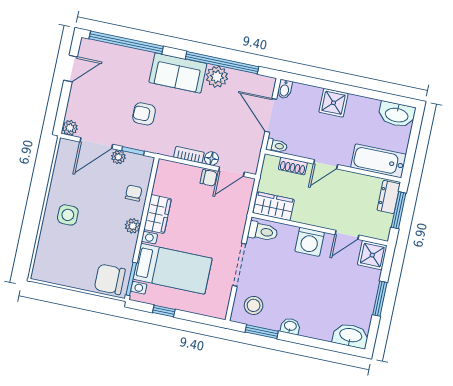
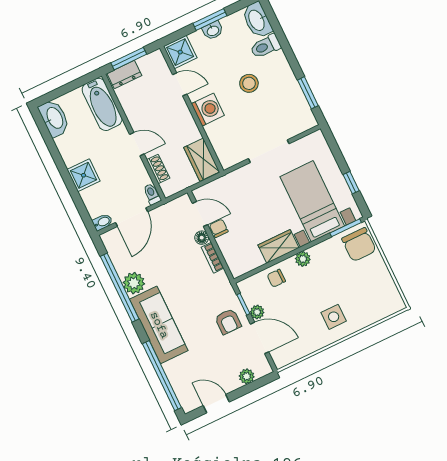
sofa: (178, 73) -> (159, 325), width x1.36
armchair: (144, 114) -> (228, 321), moved
plant: (70, 128) -> (247, 376), moved
toilet: (263, 231) -> (265, 46), moved, turned -90
stool: (254, 305) -> (249, 83), moved
washbasin: (290, 326) -> (213, 31), moved, turned -90

